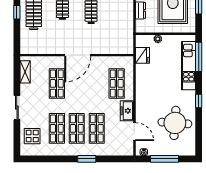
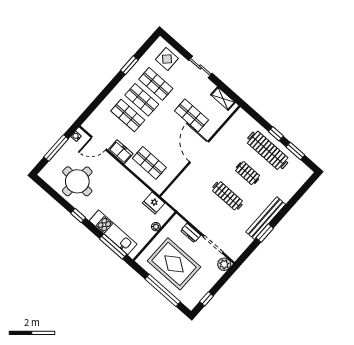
window: (87, 159) -> (129, 65), moved

